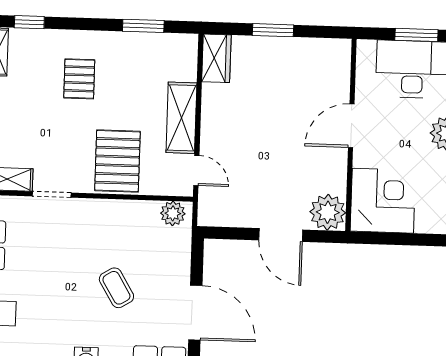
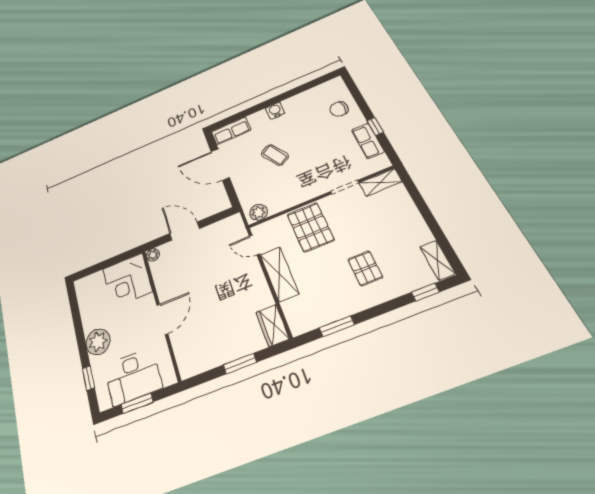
plant: (328, 212) -> (153, 255), width x0.53, depth x0.53

